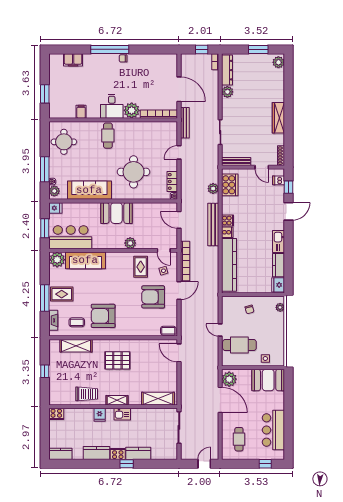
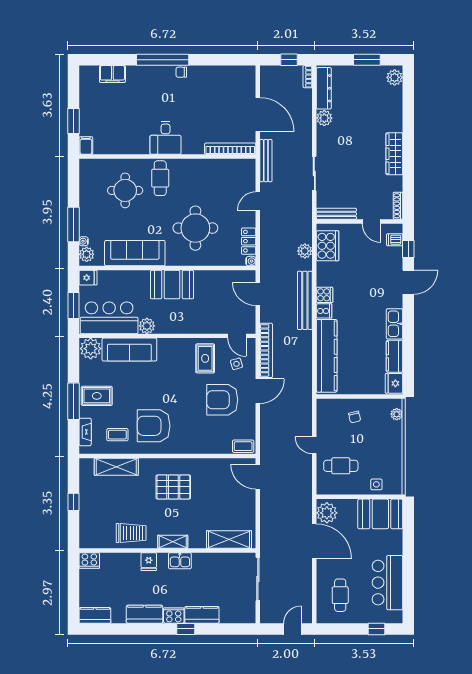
plant: (132, 110) -> (193, 144), removed
filing cabinet: (81, 112) -> (86, 145), moved
round table: (64, 142) -> (125, 190), moved
plant: (130, 243) -> (147, 326), moved
cafe table: (239, 345) -> (341, 466), width x0.73, depth x0.74

